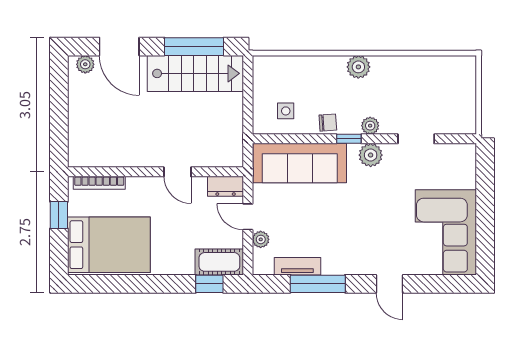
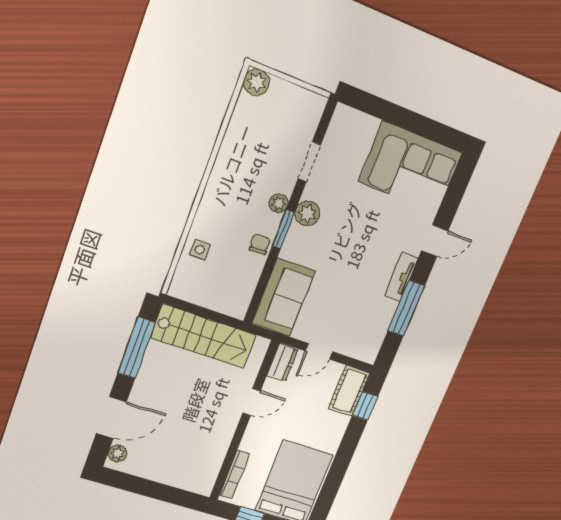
plant: (358, 67) -> (256, 82), moved
stairs: (195, 73) -> (203, 336), moved, turned 90
side table: (286, 111) -> (200, 250), moved
window: (349, 139) -> (283, 229), width x1.50
sofa: (300, 163) -> (283, 297), width x0.73
plant: (261, 239) -> (344, 347), removed
tv unit: (297, 266) -> (401, 277), moved

